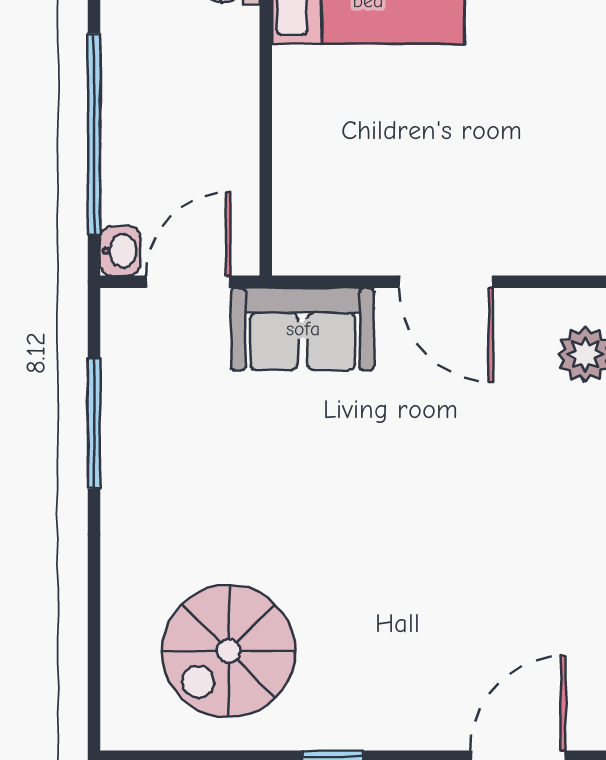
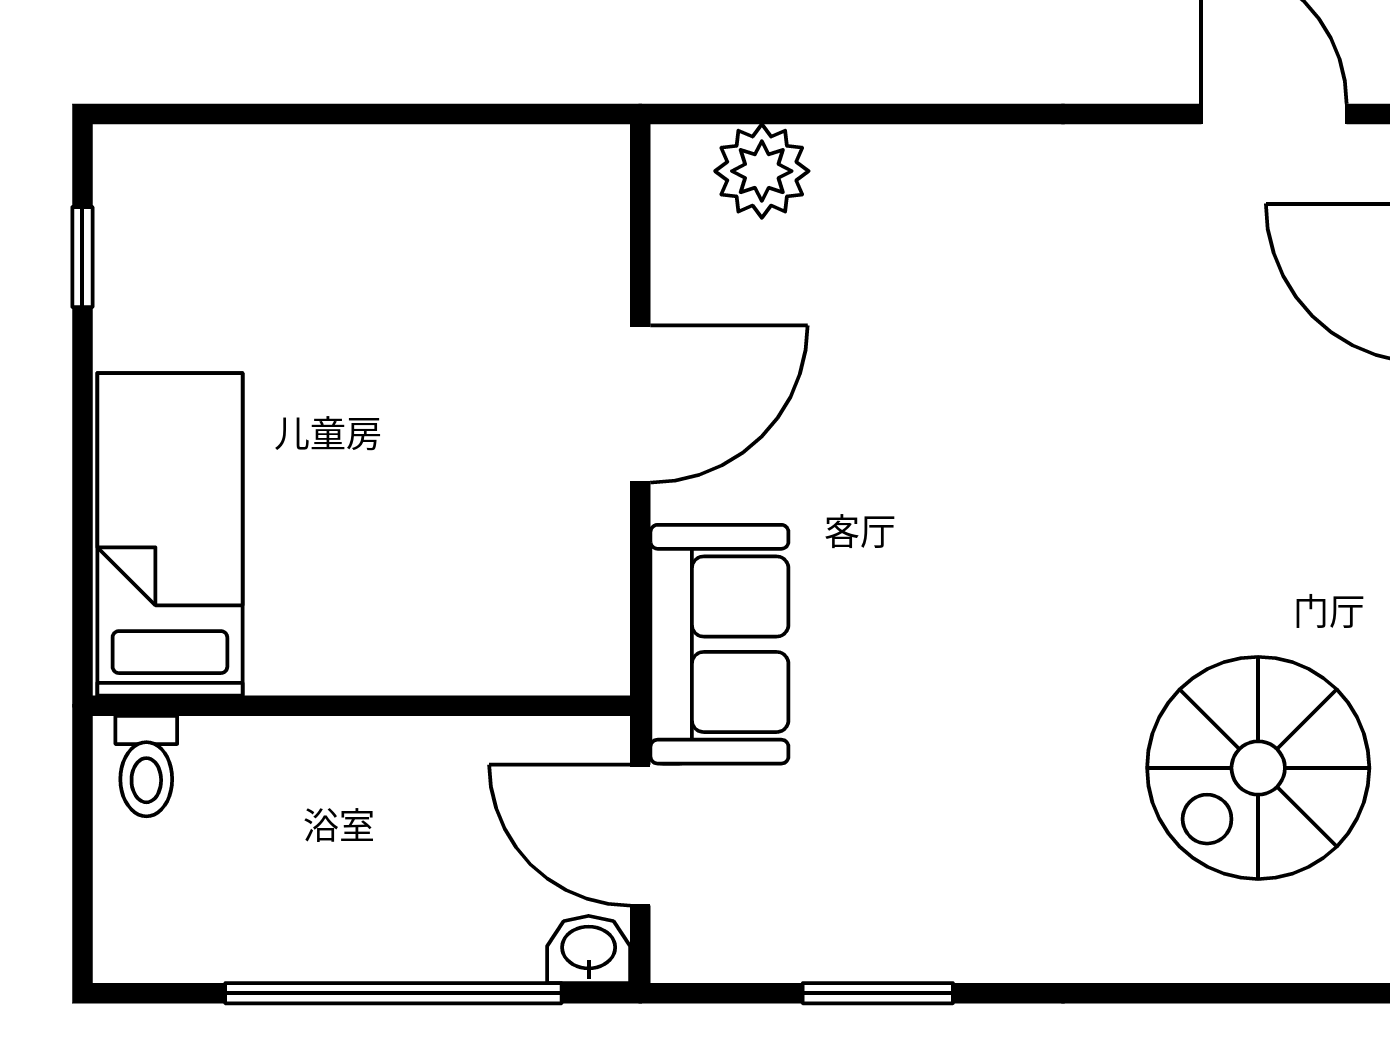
window: (94, 424) -> (878, 993), width x0.69
spiral stairs: (229, 651) -> (1258, 768), turned 90

